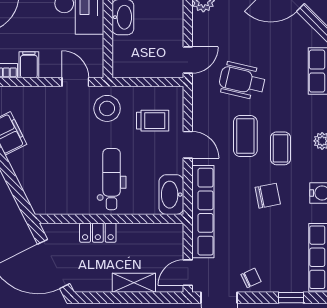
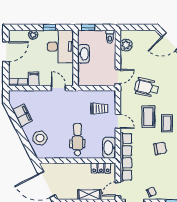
stool: (107, 108) -> (40, 138), moved
locker: (98, 233) -> (101, 168), moved

